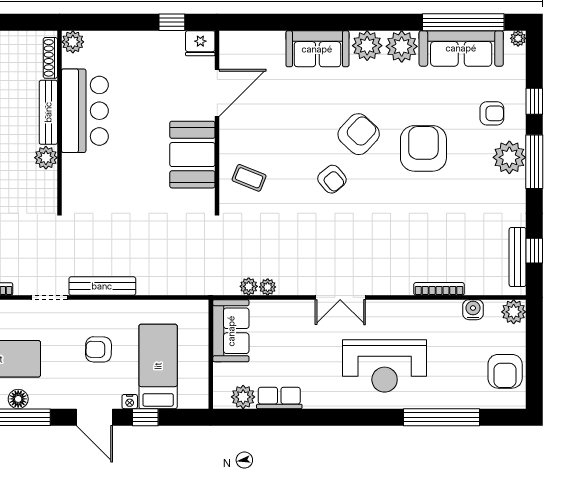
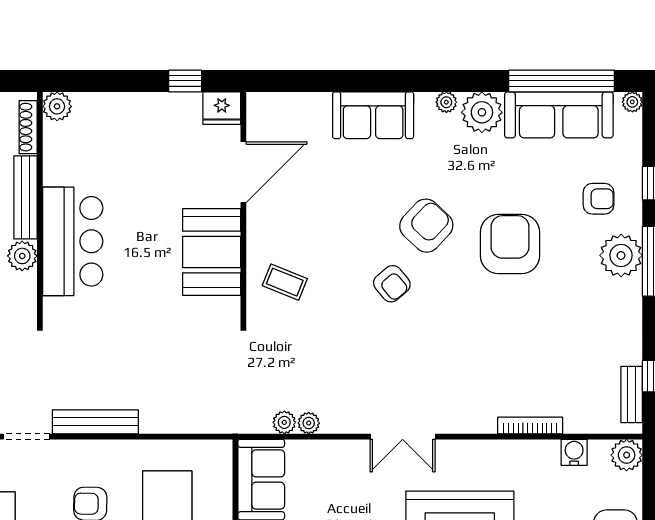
plant: (367, 46) -> (446, 102), width x0.53, depth x0.53
bar counter: (85, 111) -> (73, 241), moved
bench: (518, 257) -> (632, 395), width x0.73

